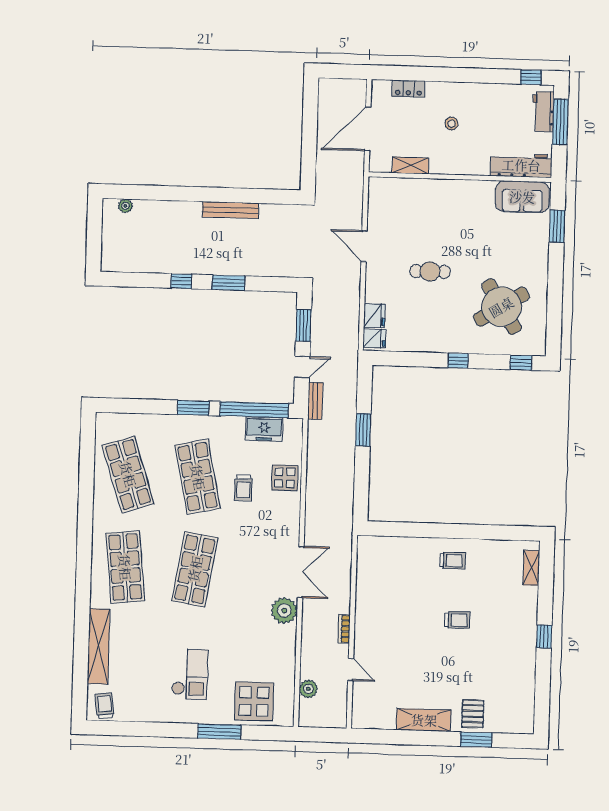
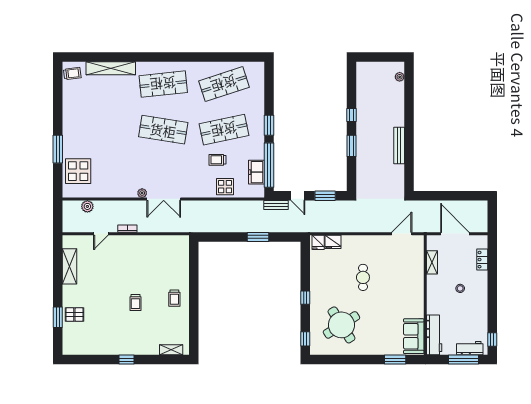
door: (364, 246) -> (402, 234), moved
plant: (284, 611) -> (142, 193), width x0.53, depth x0.53
checkout: (190, 674) -> (95, 128), removed
shelving: (424, 720) -> (69, 266), moved

